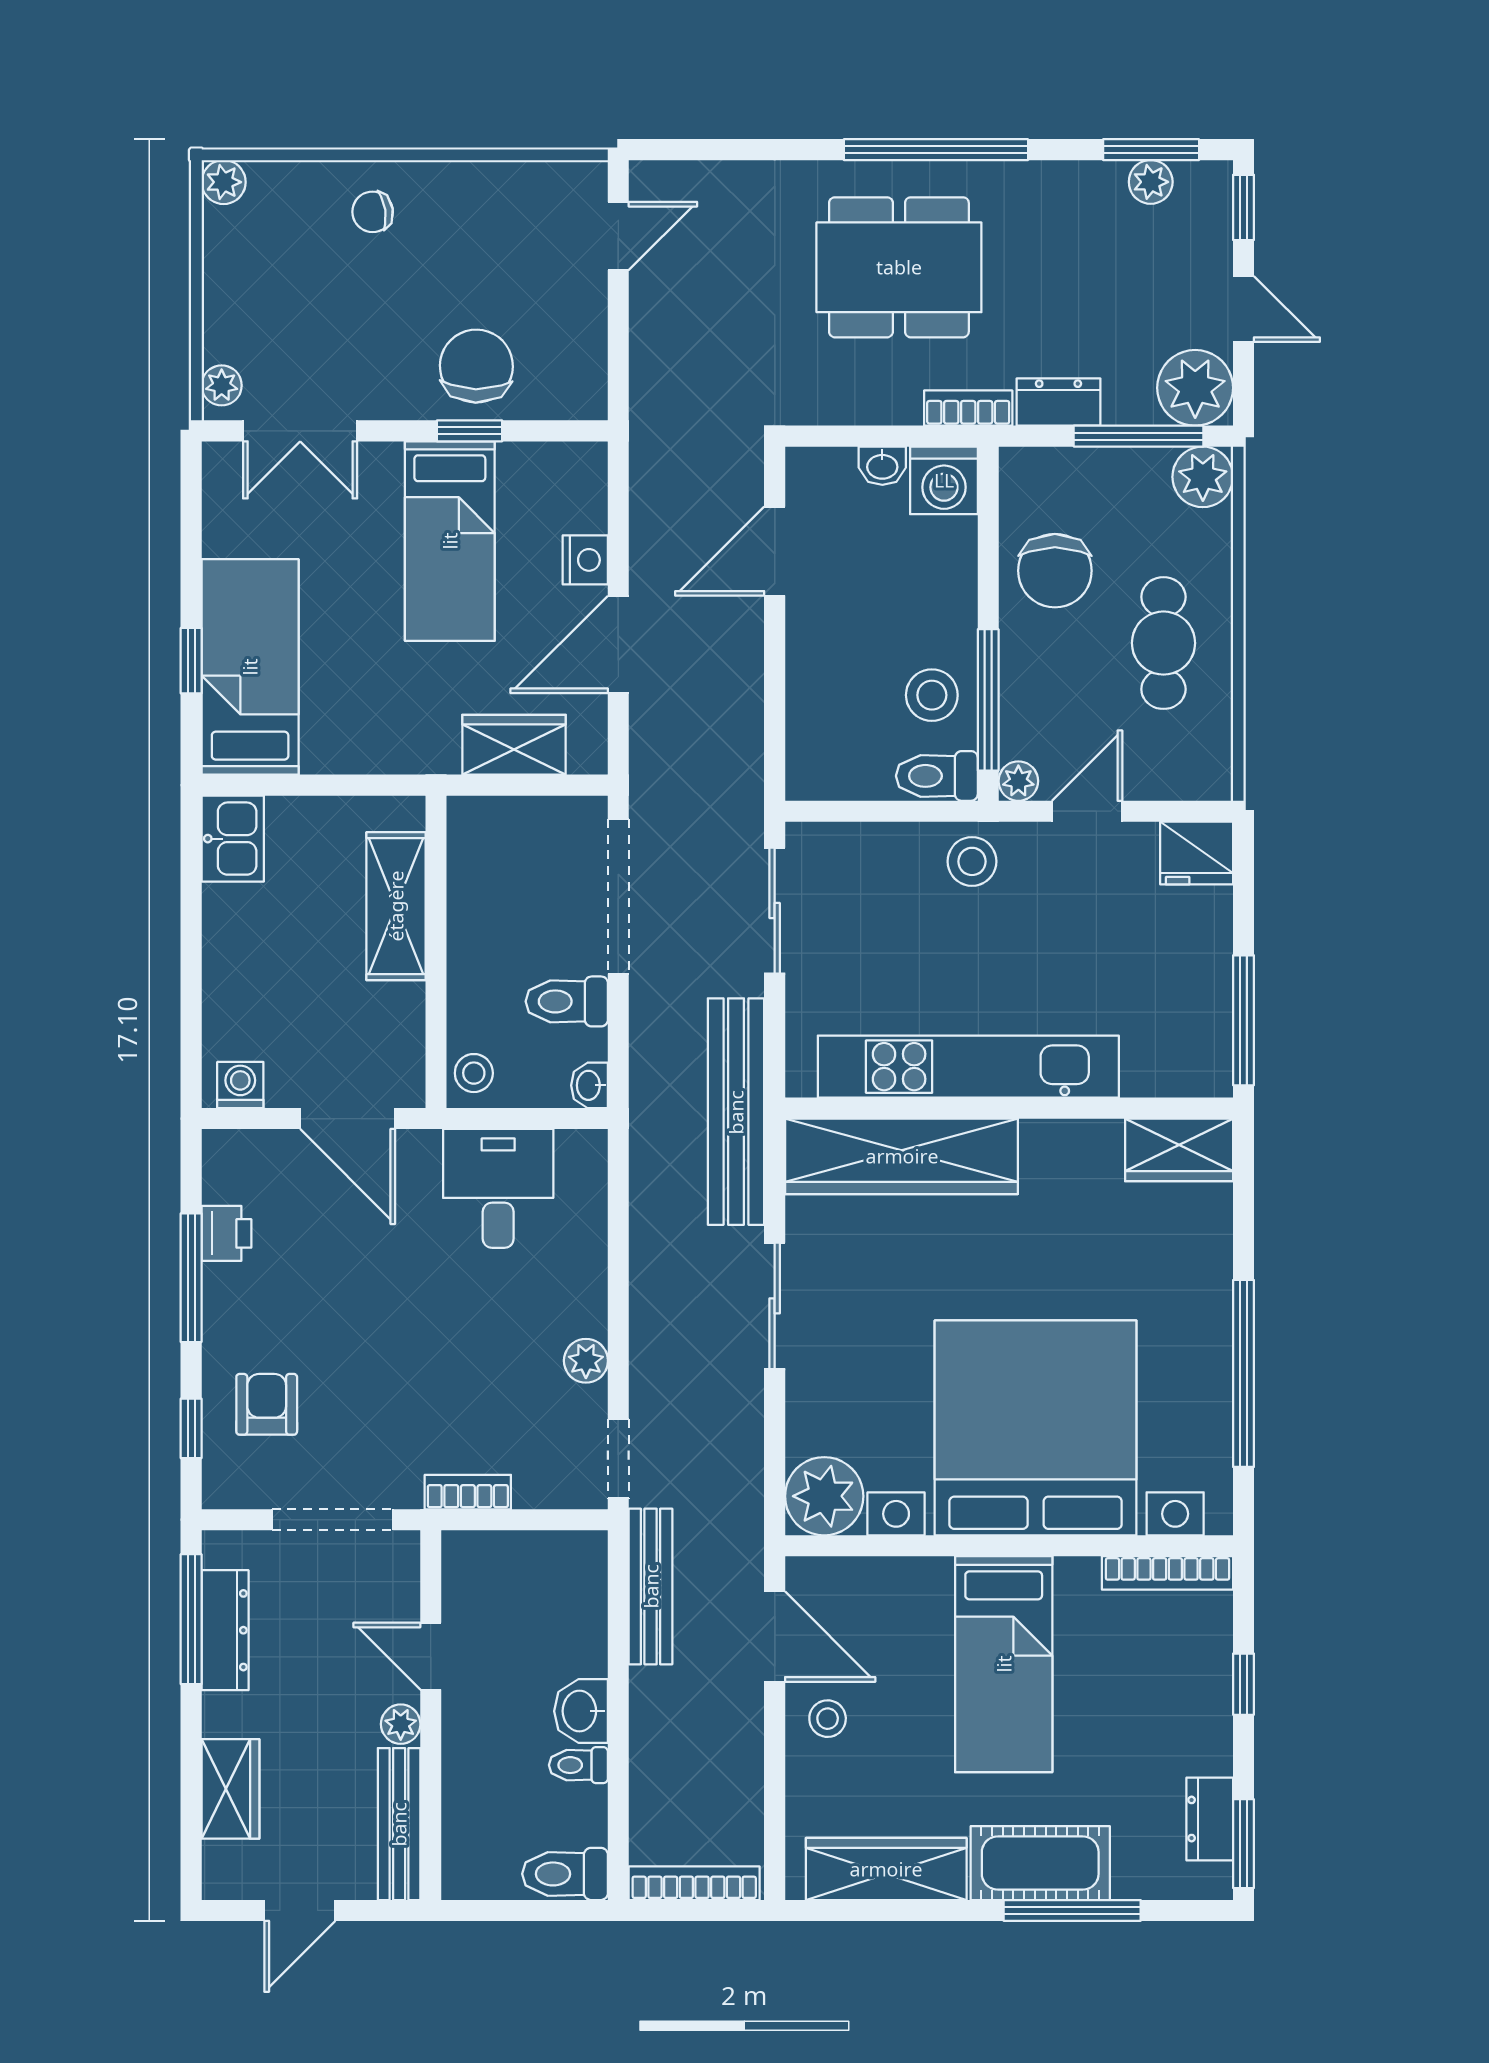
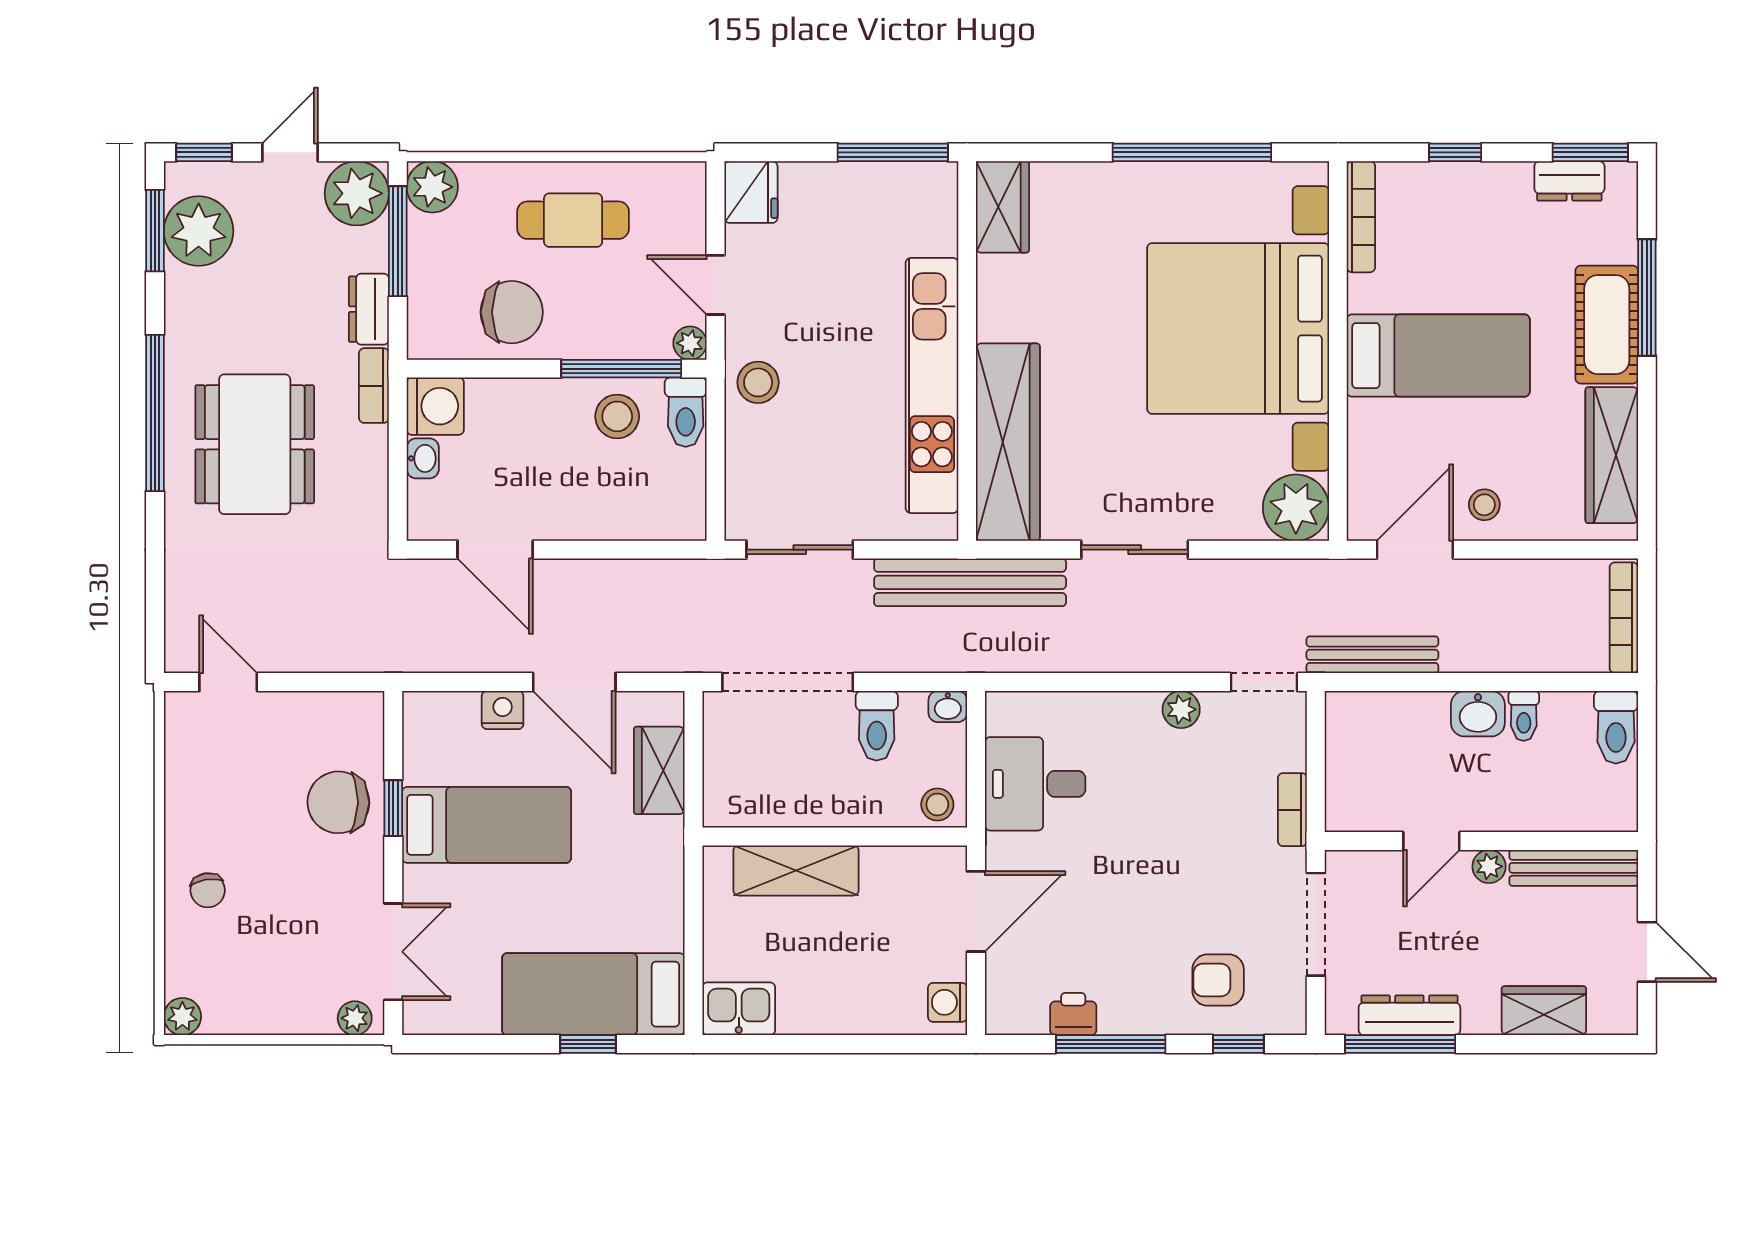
plant: (1151, 182) -> (199, 231), width x1.88, depth x1.88

